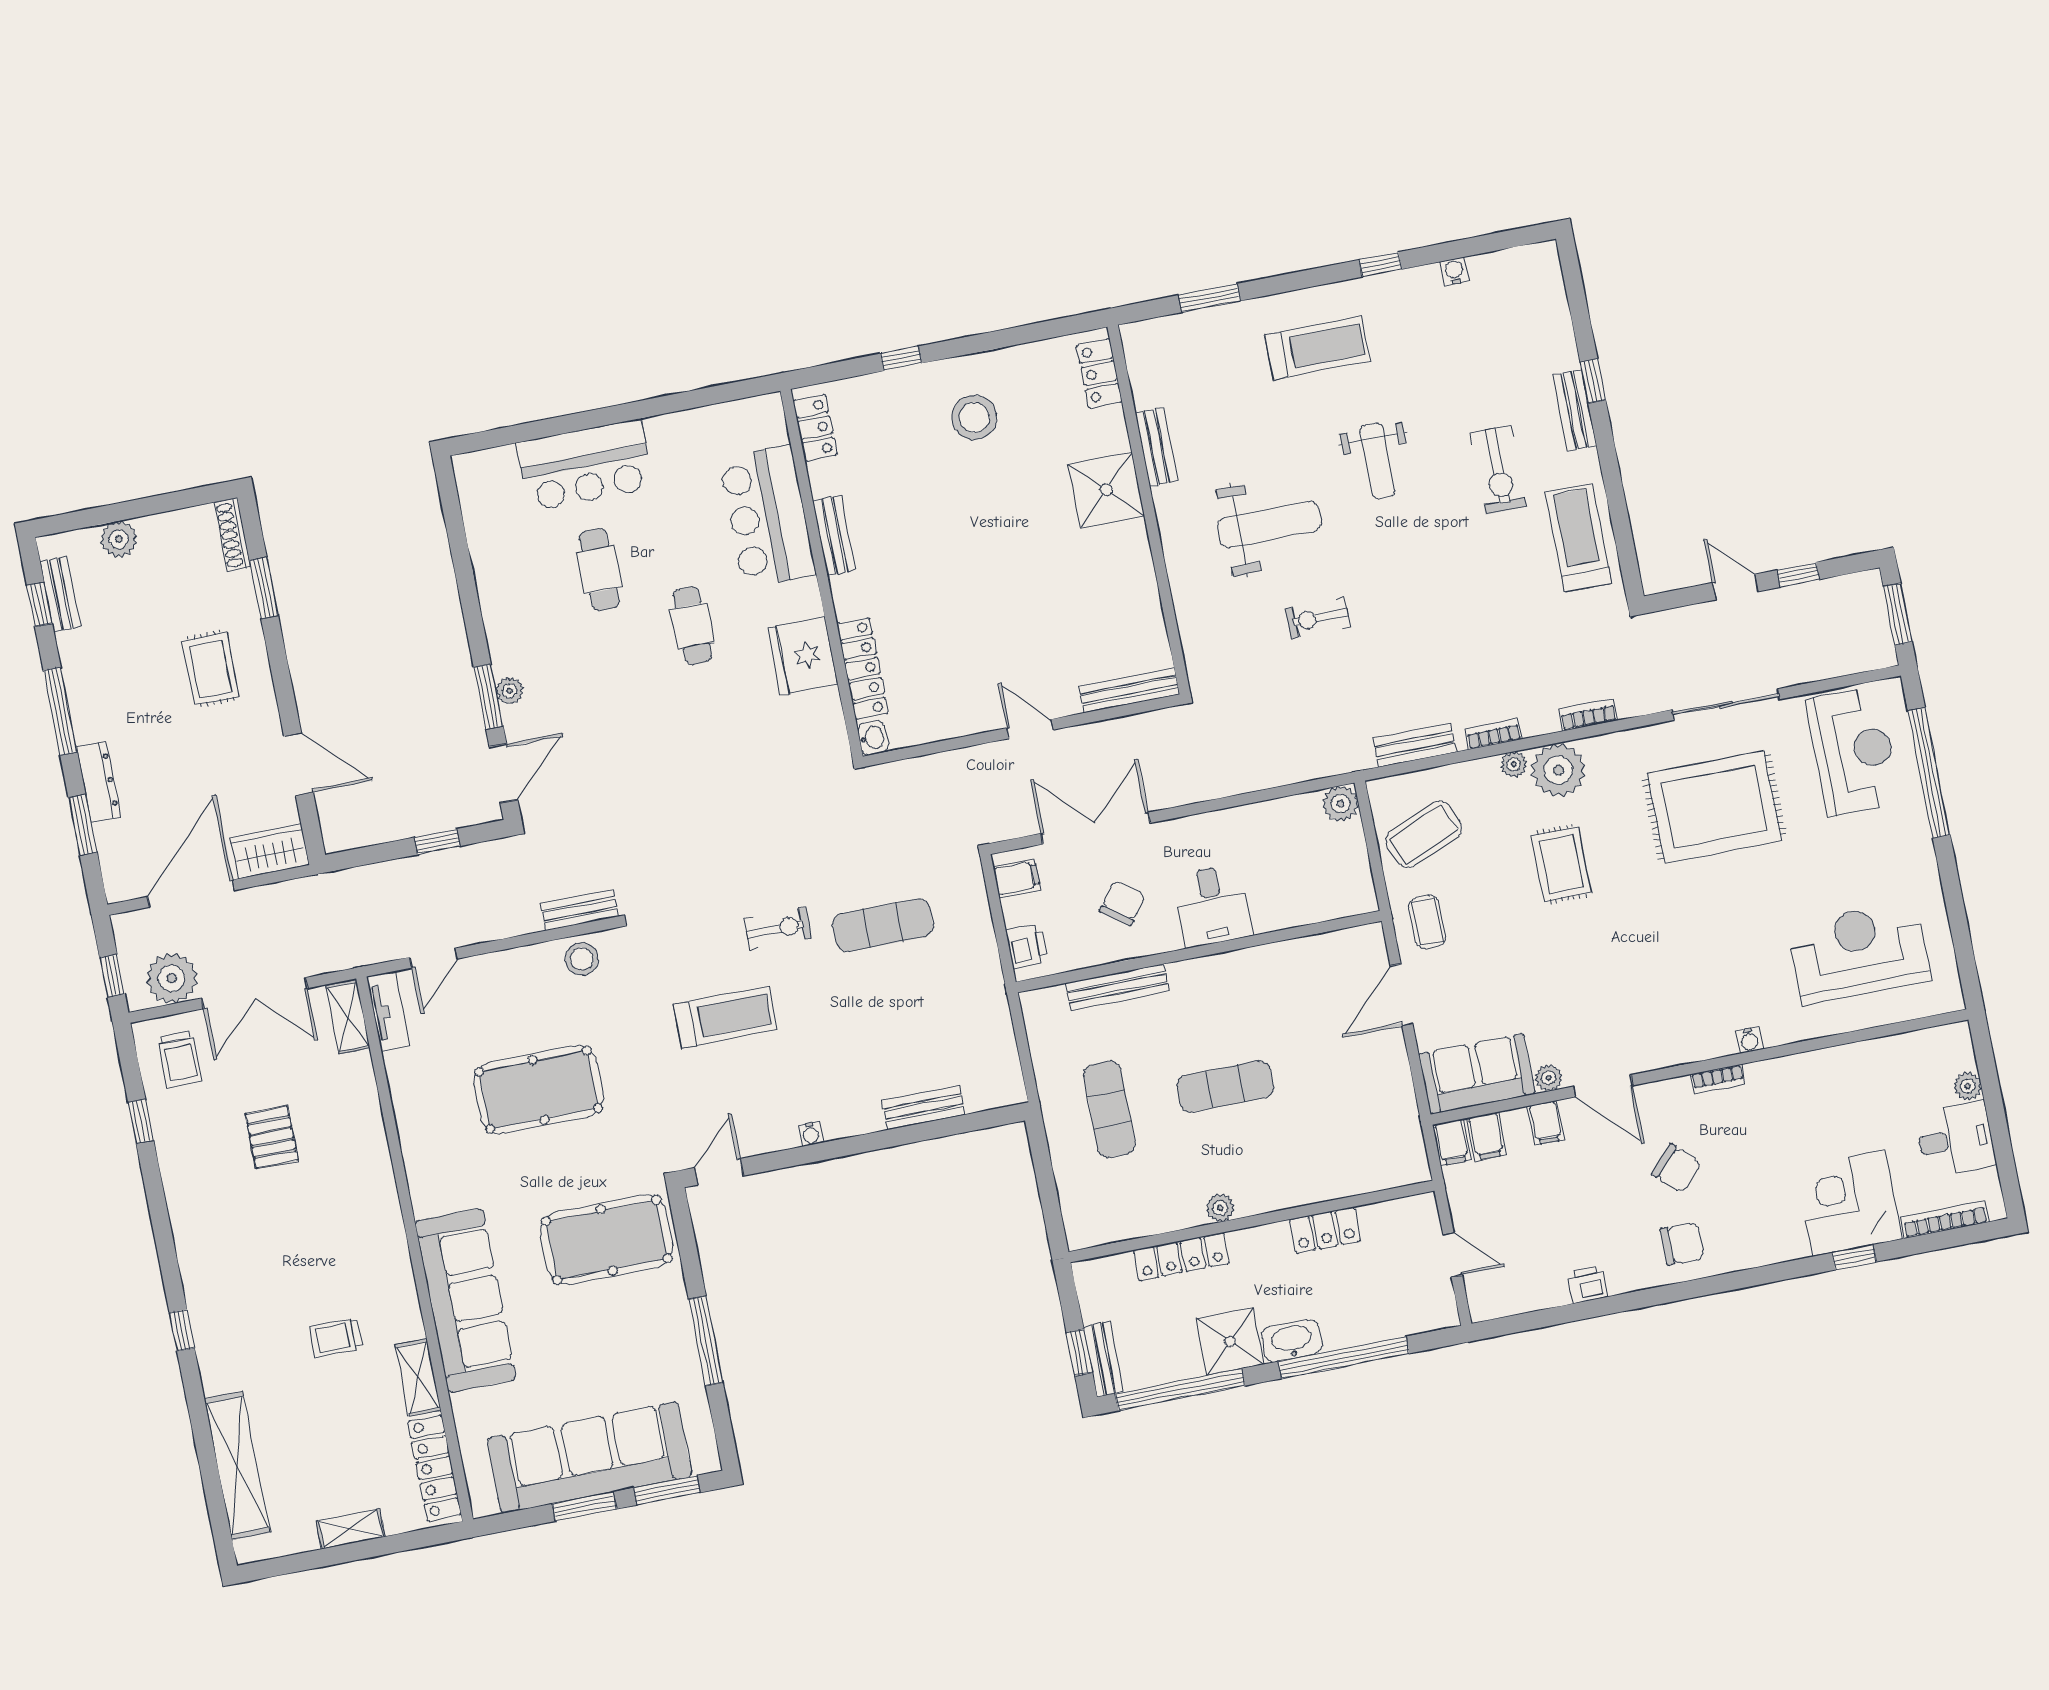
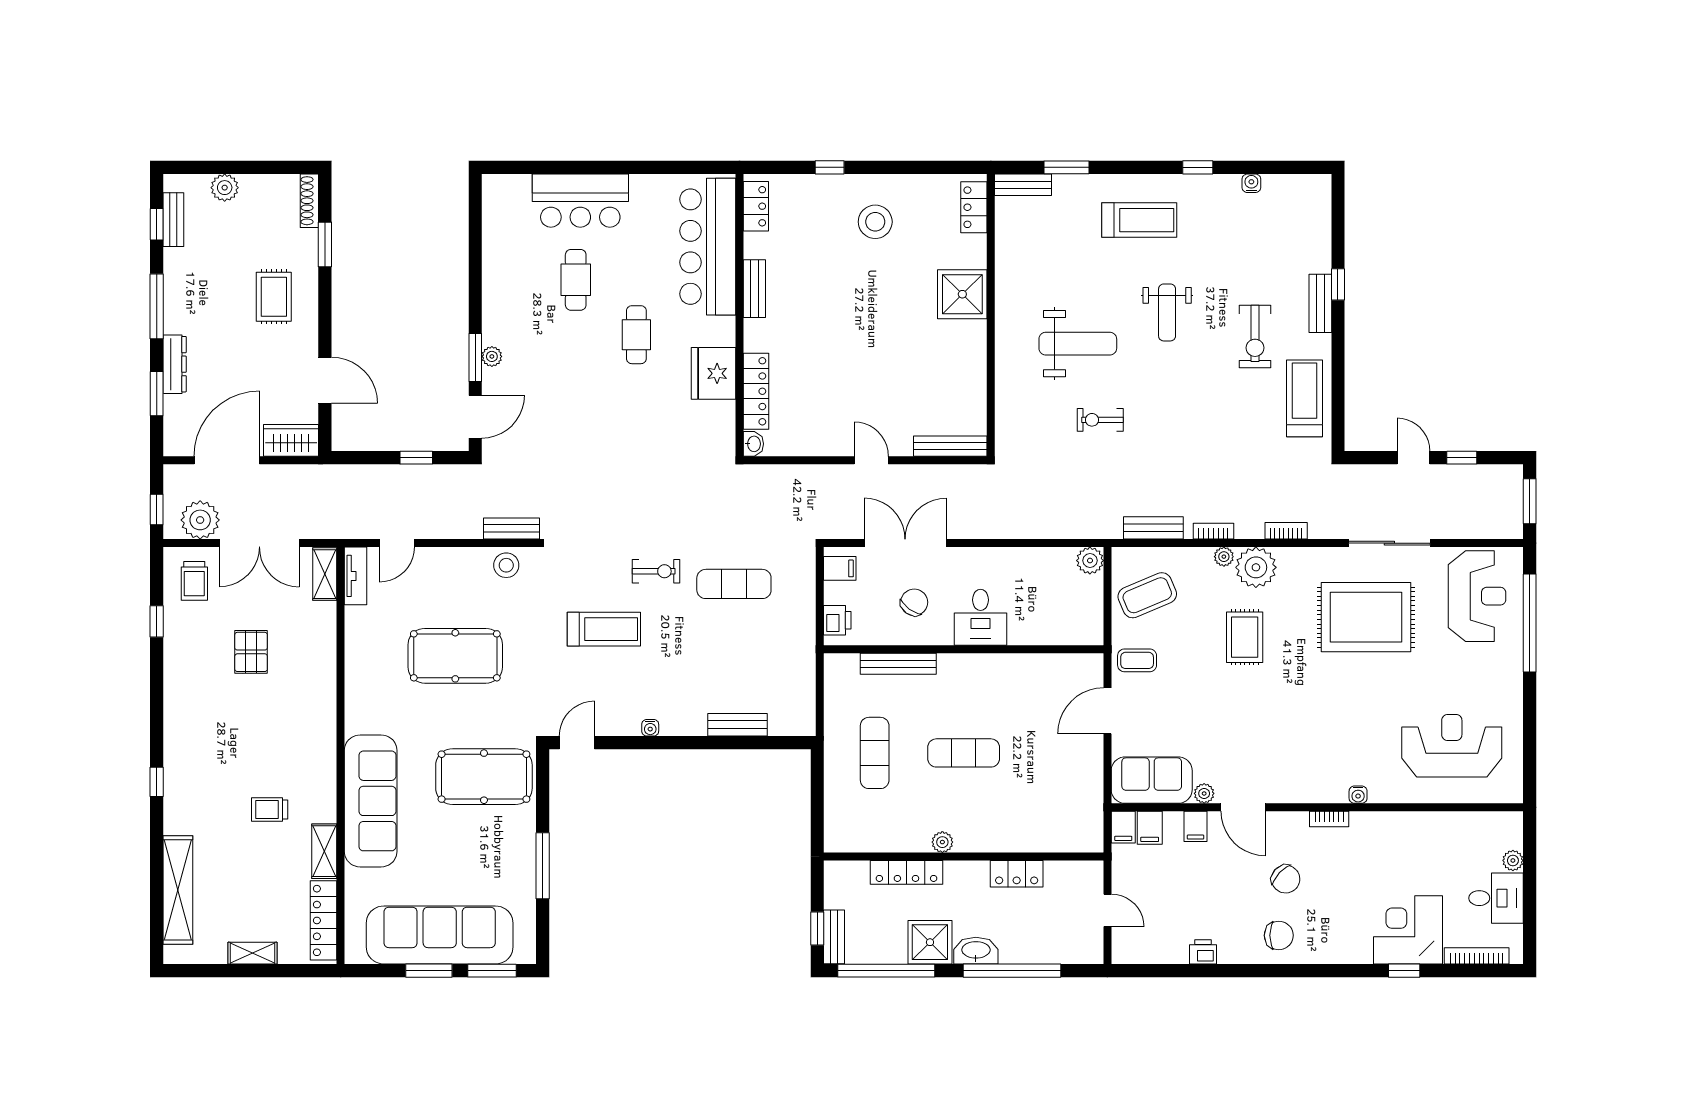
bench: (1156, 447) -> (1023, 185), moved, turned 90
bar counter: (767, 516) -> (708, 247), width x1.36
coffee table: (1427, 922) -> (1137, 660), turned 90

